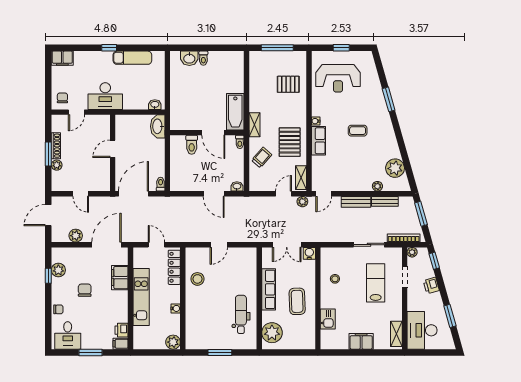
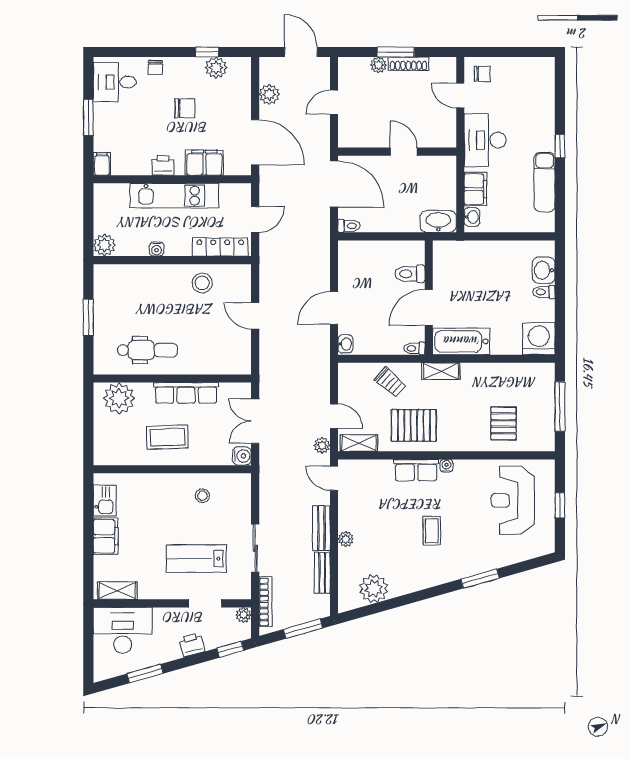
filing cabinet: (62, 58) -> (475, 189), moved, turned 180
washing machine: (234, 61) -> (539, 339), added
plant: (377, 186) -> (346, 539), moved
lab bench: (376, 283) -> (196, 559), turned 180
kitchen sink: (328, 319) -> (105, 501), moved, turned -90
printer: (122, 330) -> (163, 165), moved

